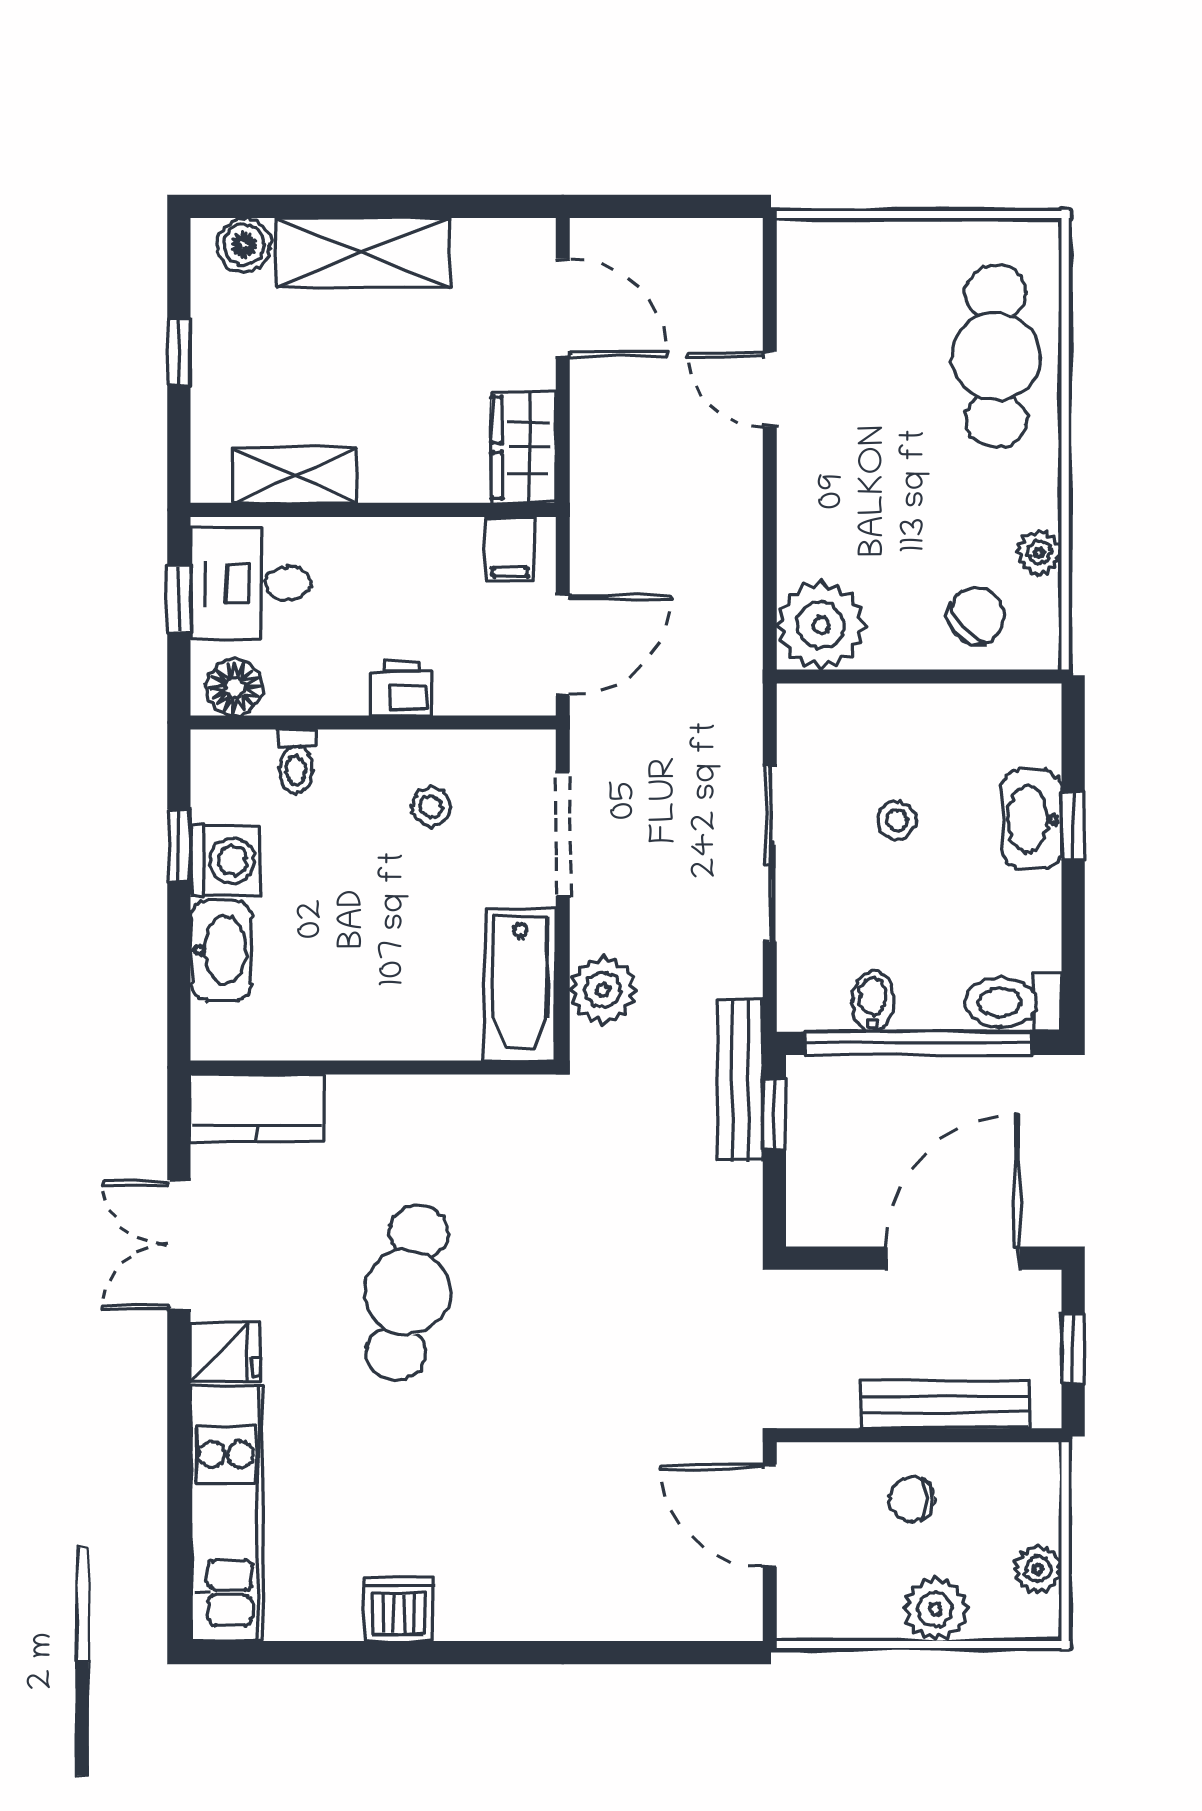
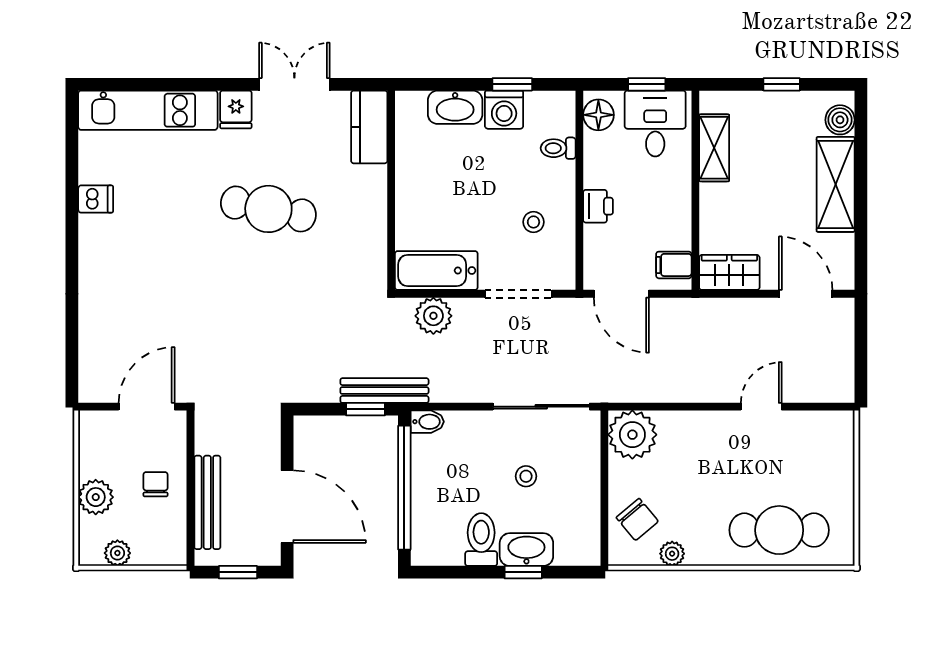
door: (563, 308) -> (806, 294), swing flipped
sliding door: (770, 853) -> (541, 407), moved
bidet: (873, 1001) -> (427, 422), moved
toilet: (1013, 1002) -> (481, 540), moved
dishwasher: (398, 1609) -> (96, 199), width x0.73

